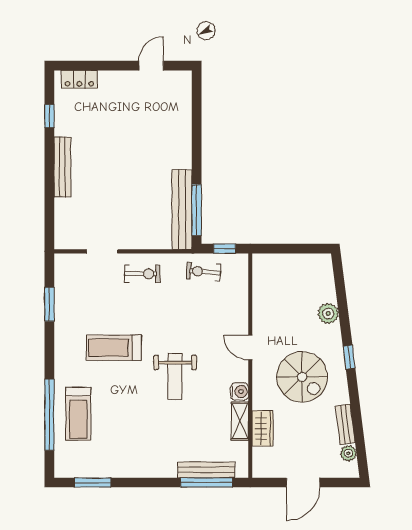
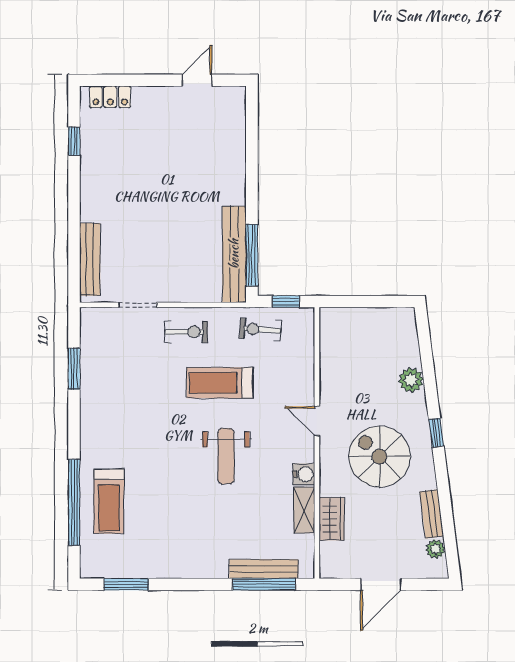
bench: (63, 167) -> (90, 259), moved
treadmill: (114, 348) -> (220, 383), moved
spiral stairs: (302, 377) -> (379, 457), turned 180

